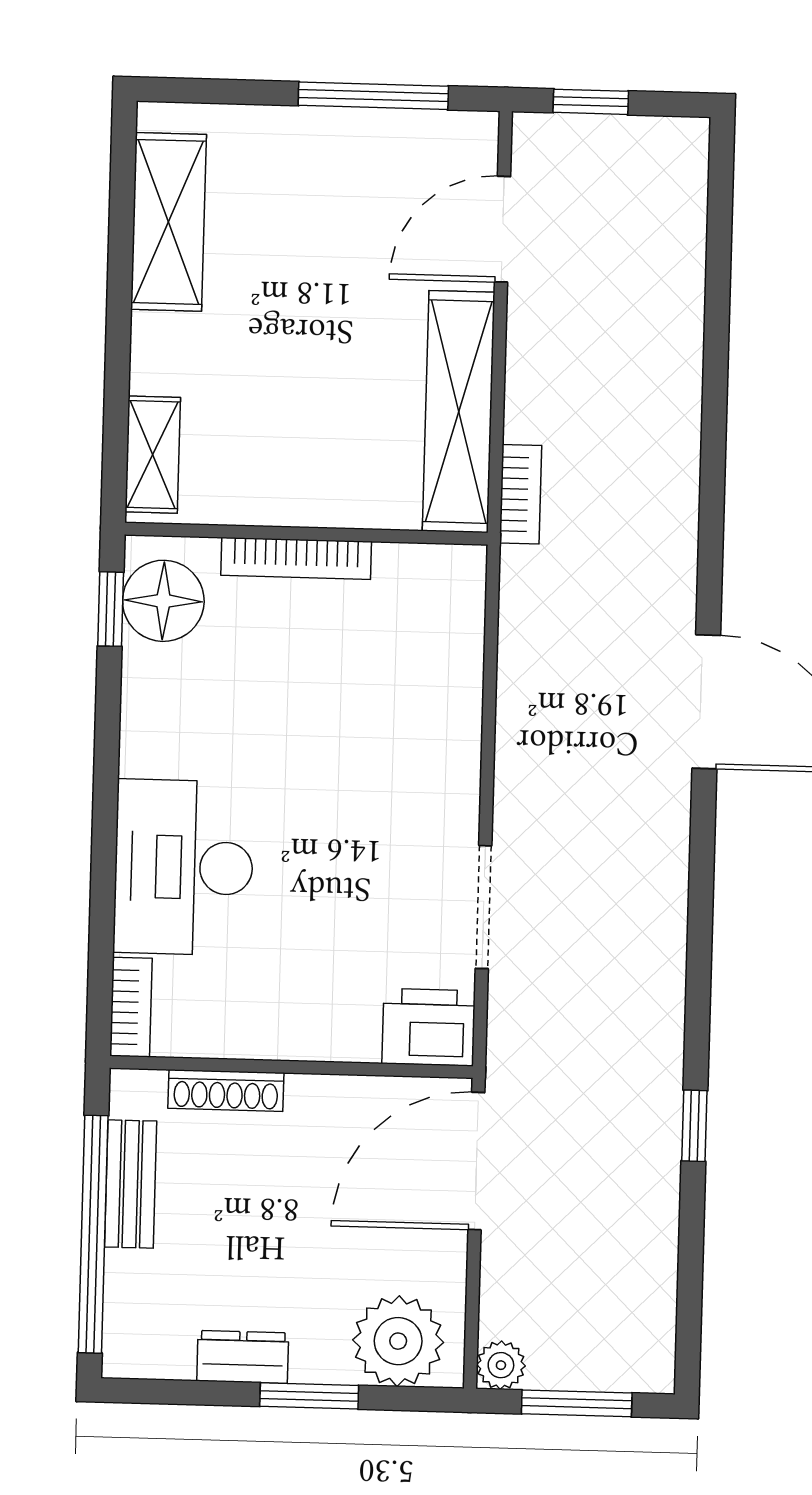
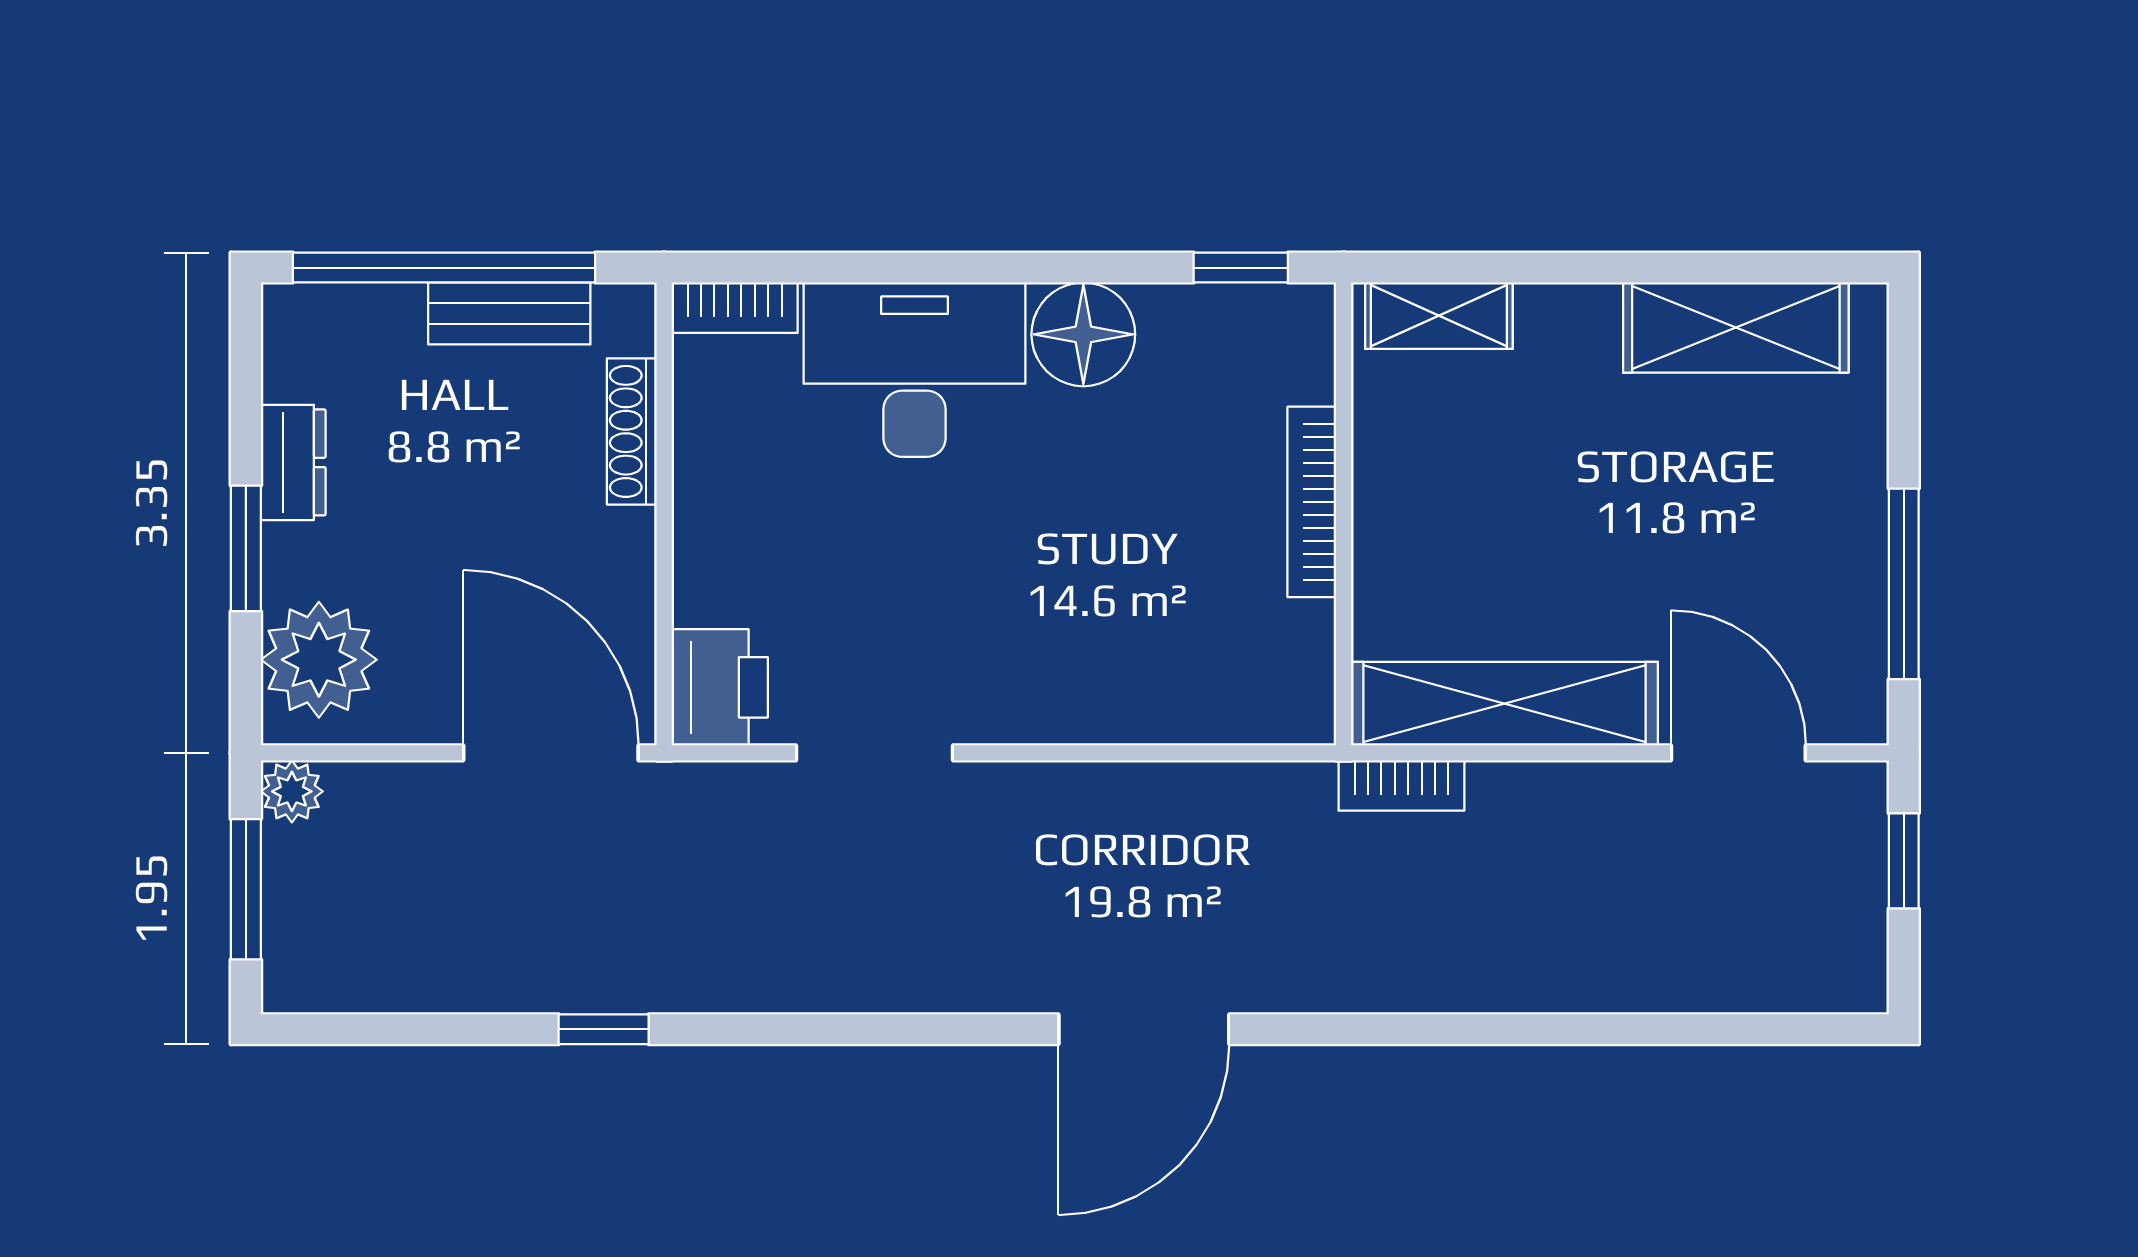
floor lamp: (163, 601) -> (1083, 334), moved

